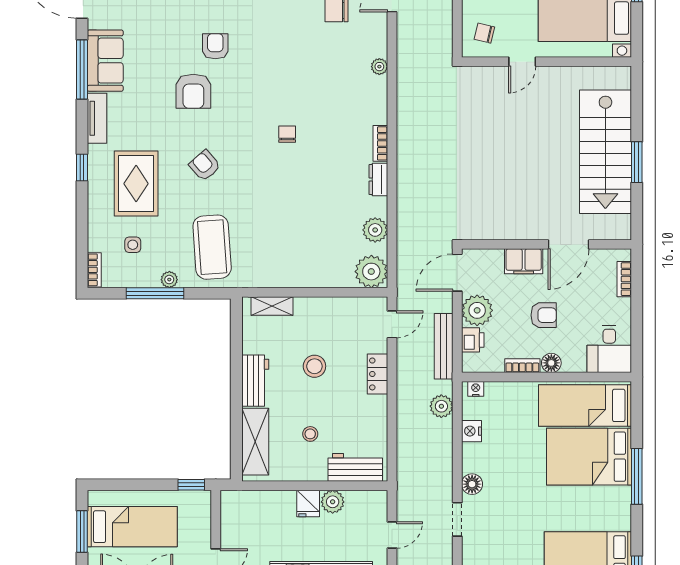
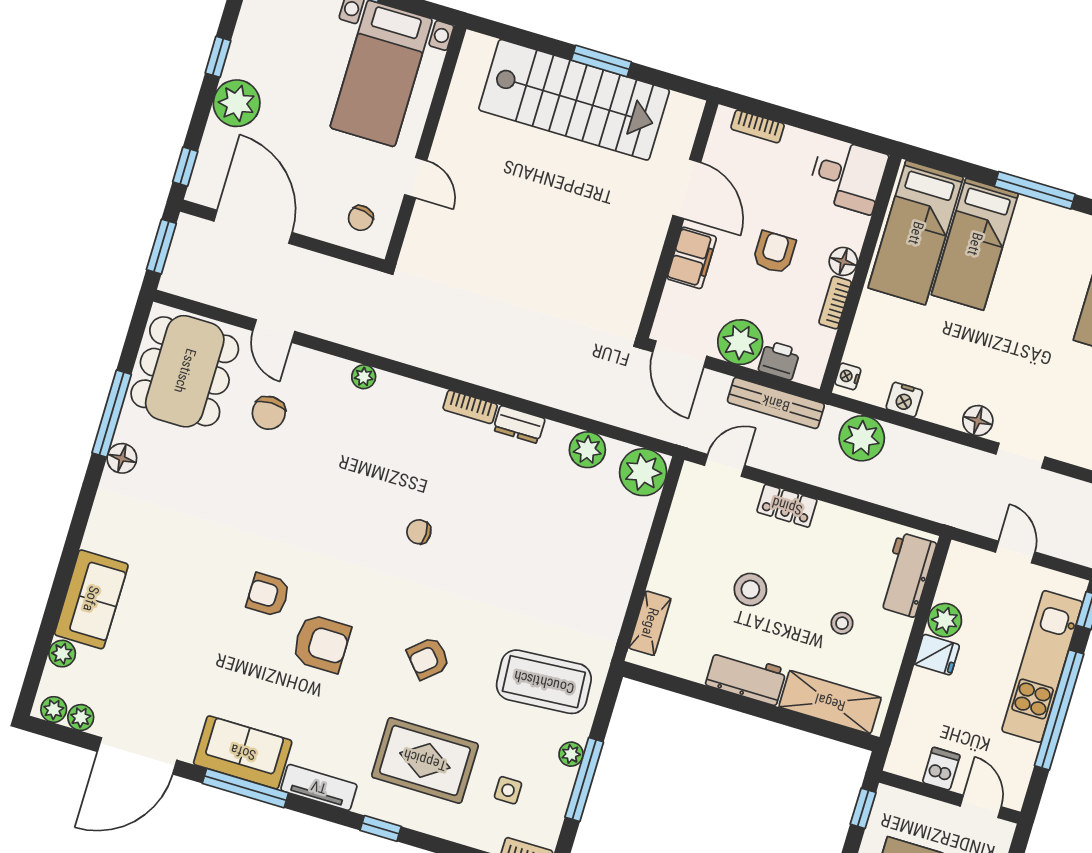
door: (392, 324) -> (725, 465), hinge flipped
plant: (441, 406) -> (862, 438), width x1.36, depth x1.36
bed: (589, 457) -> (975, 244), width x0.67
dishwasher: (233, 529) -> (941, 769), added

